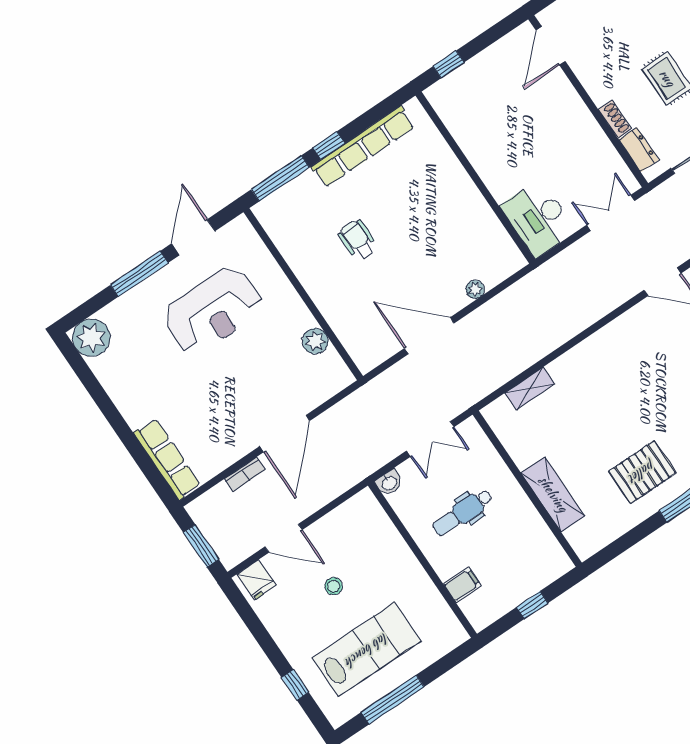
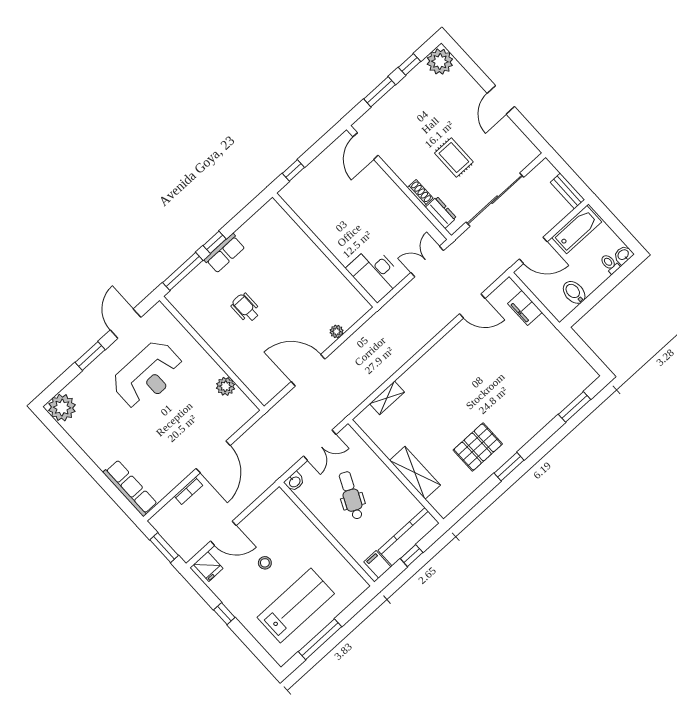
row of seats: (363, 147) -> (225, 253), width x0.50
window: (139, 274) -> (90, 356), width x0.69
dental chair: (463, 512) -> (351, 495), turned 115
kitchen counter: (532, 579) -> (409, 537), added
filing cabinet: (462, 585) -> (377, 564), moved, turned -90
window: (295, 685) -> (224, 614), moved

